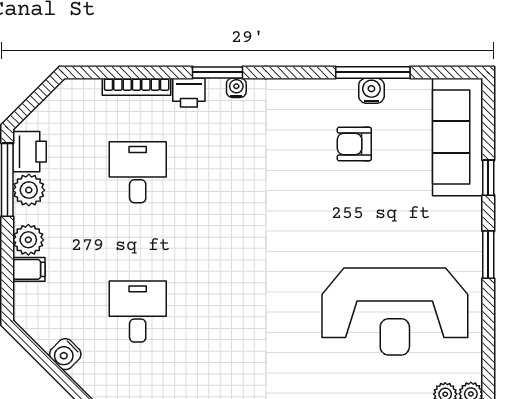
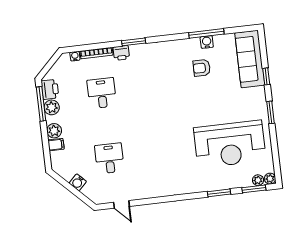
water cooler: (236, 88) -> (75, 56), moved

